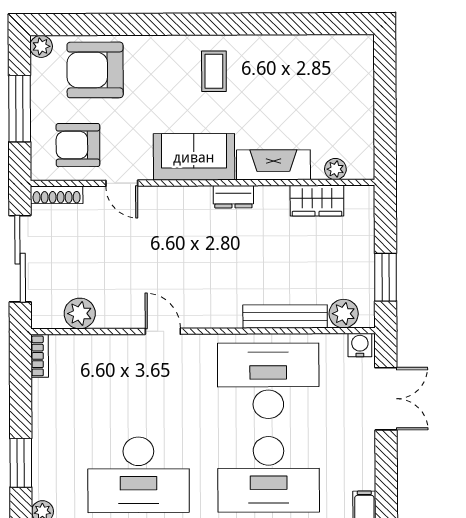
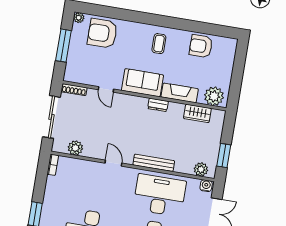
armchair: (78, 145) -> (201, 46), moved
plant: (335, 169) -> (214, 96), width x1.87, depth x1.87
bench: (285, 316) -> (154, 163), moved

